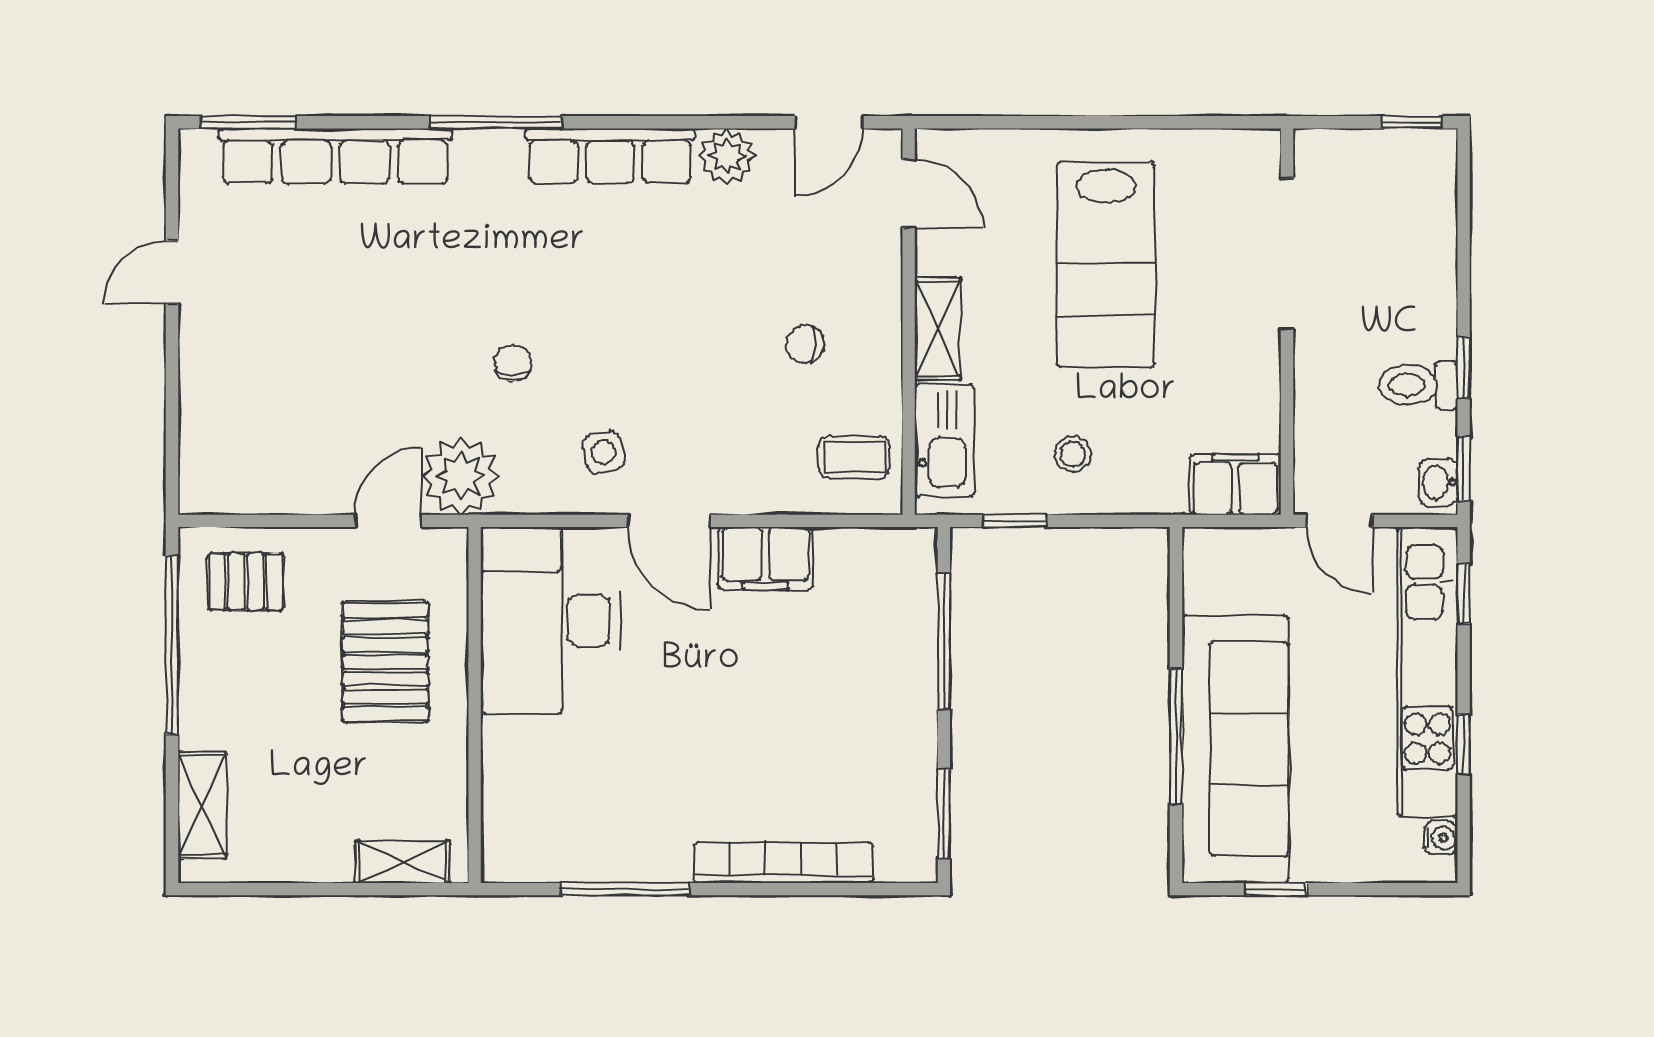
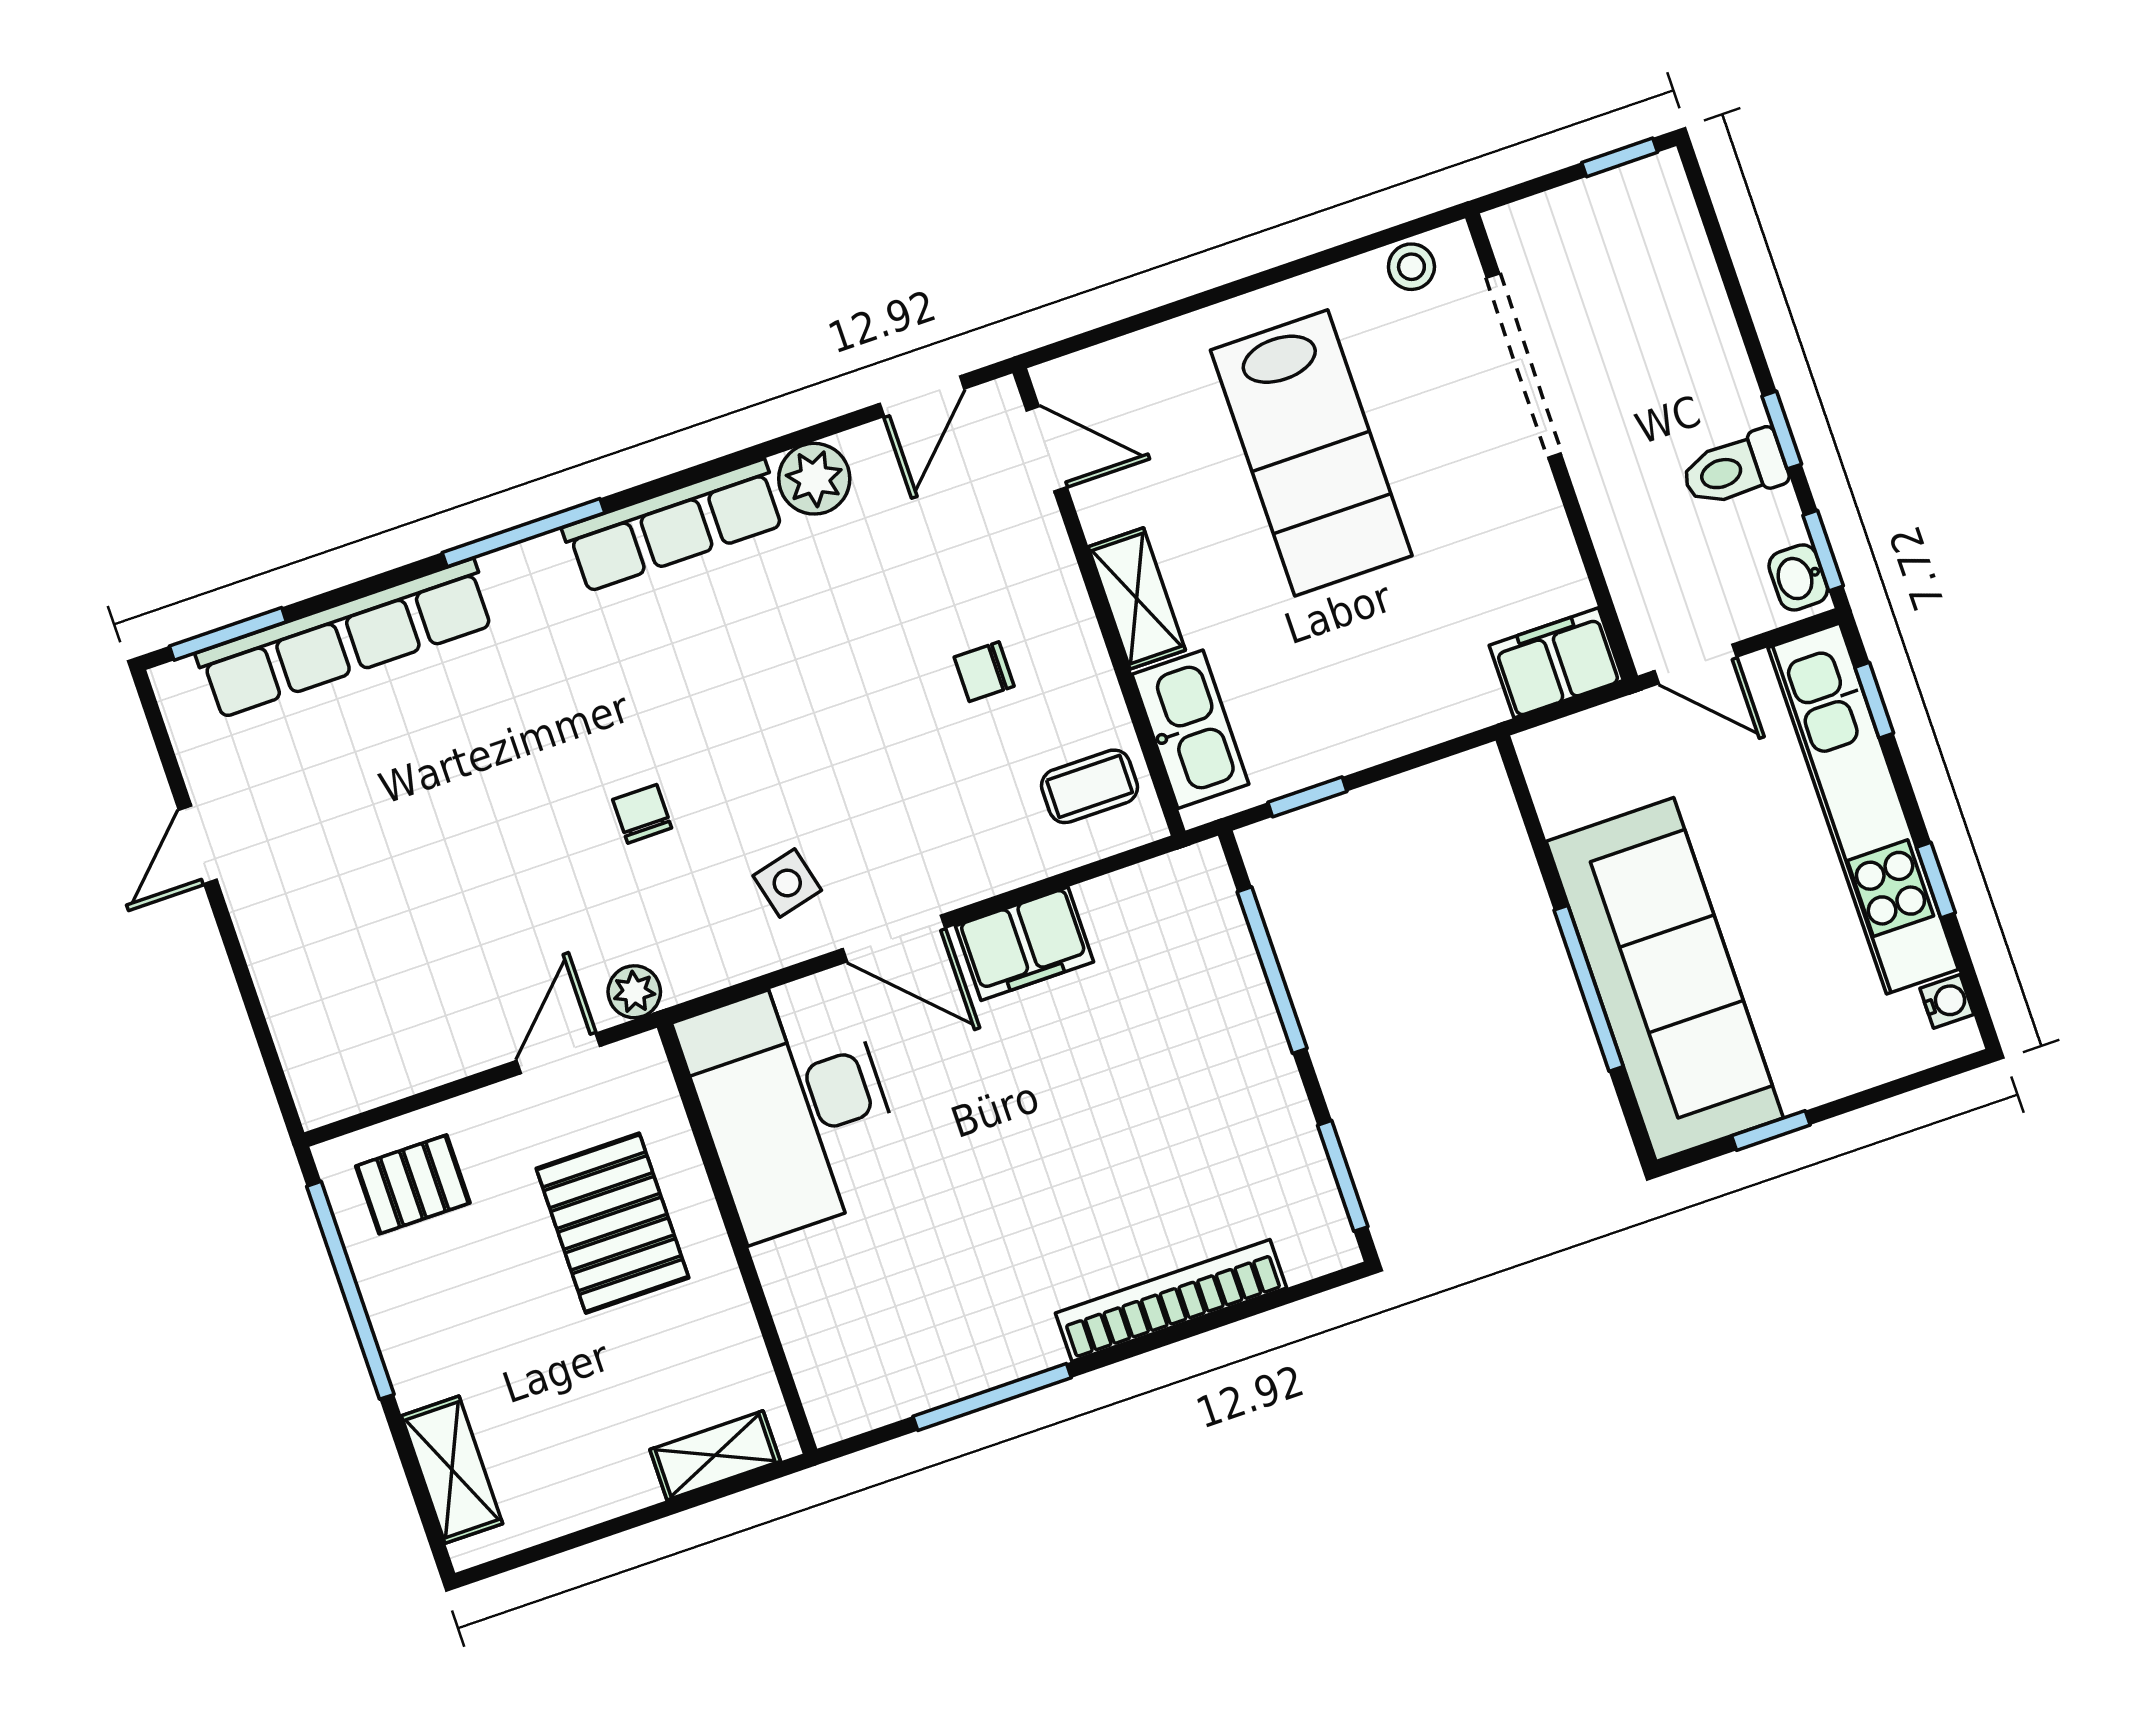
stool: (1073, 454) -> (1411, 267), moved
plant: (461, 476) -> (634, 992), width x0.53, depth x0.53

